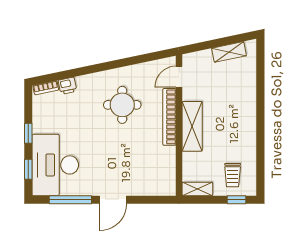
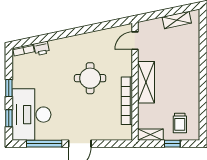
round table: (122, 105) -> (90, 78), moved
bookcase: (169, 117) -> (127, 101), moved
window: (237, 200) -> (172, 144), moved

